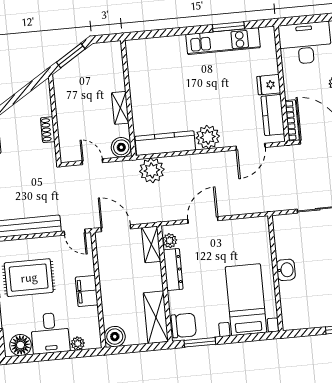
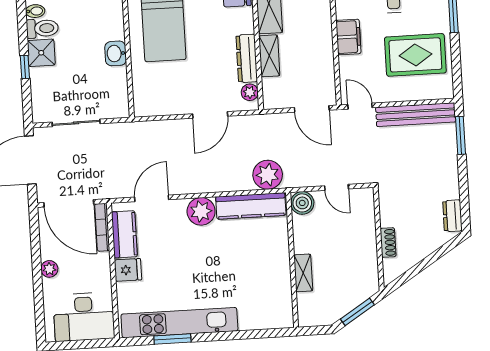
kitchen unit: (223, 41) -> (179, 323), width x1.36
shelving: (120, 108) -> (303, 273), moved
shoe rack: (48, 130) -> (388, 242), moved
shelving: (151, 244) -> (269, 56), moved

